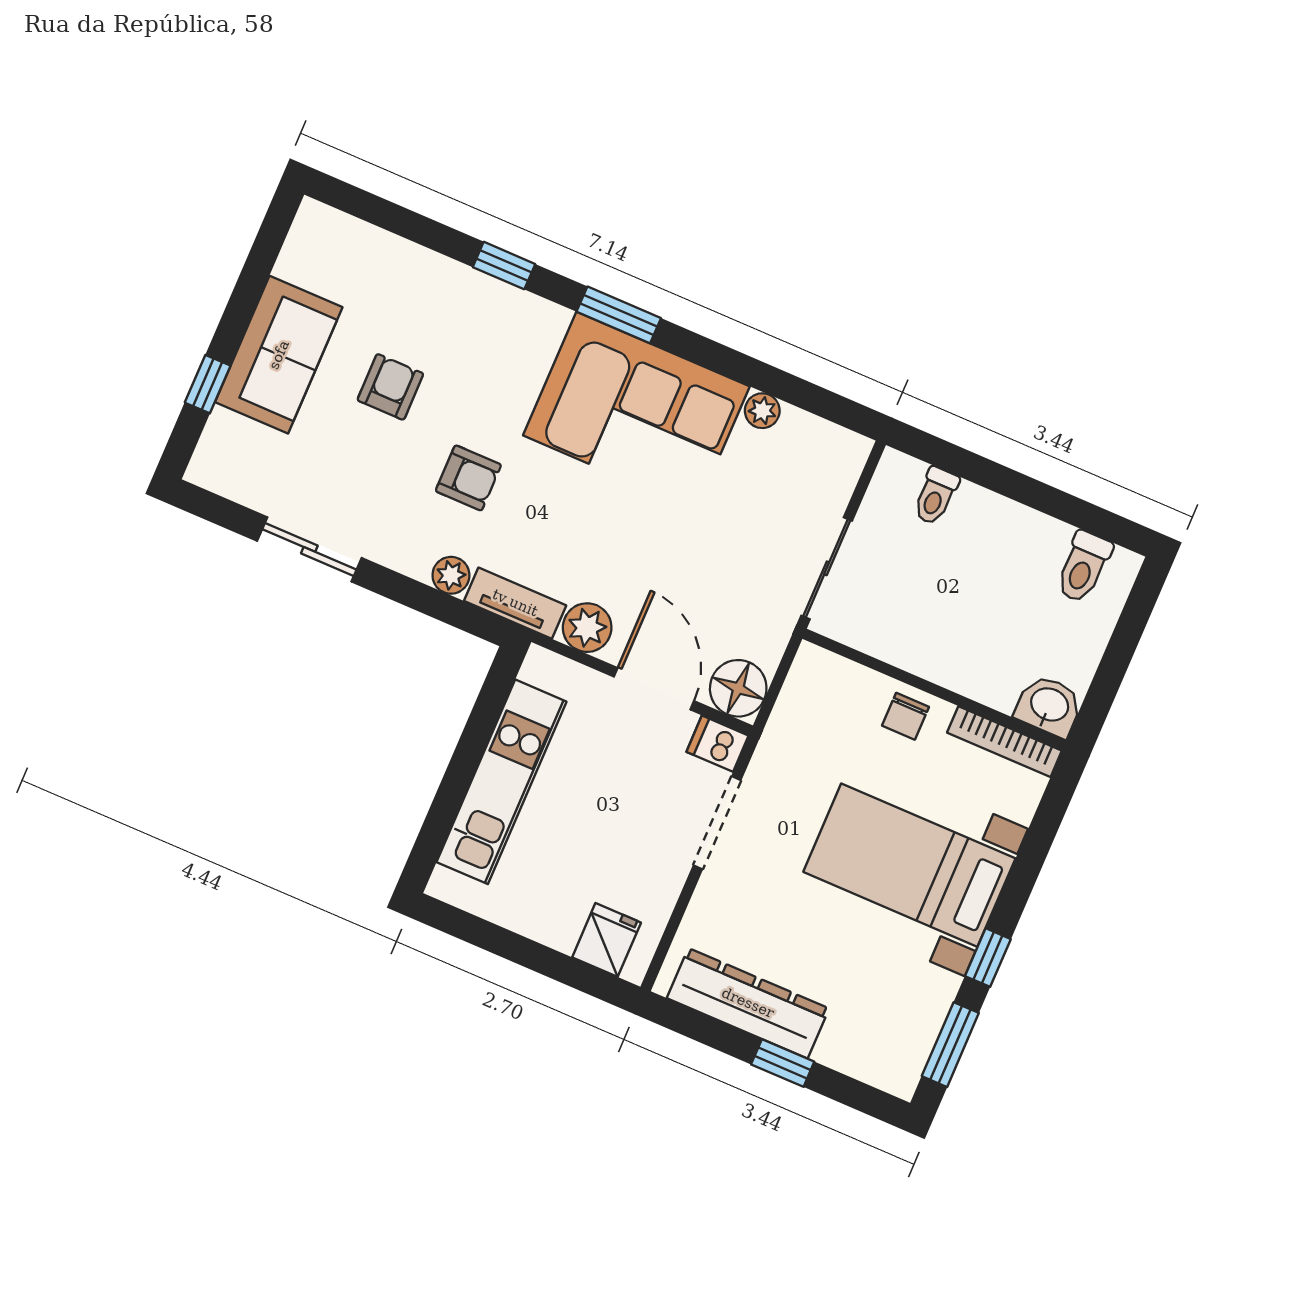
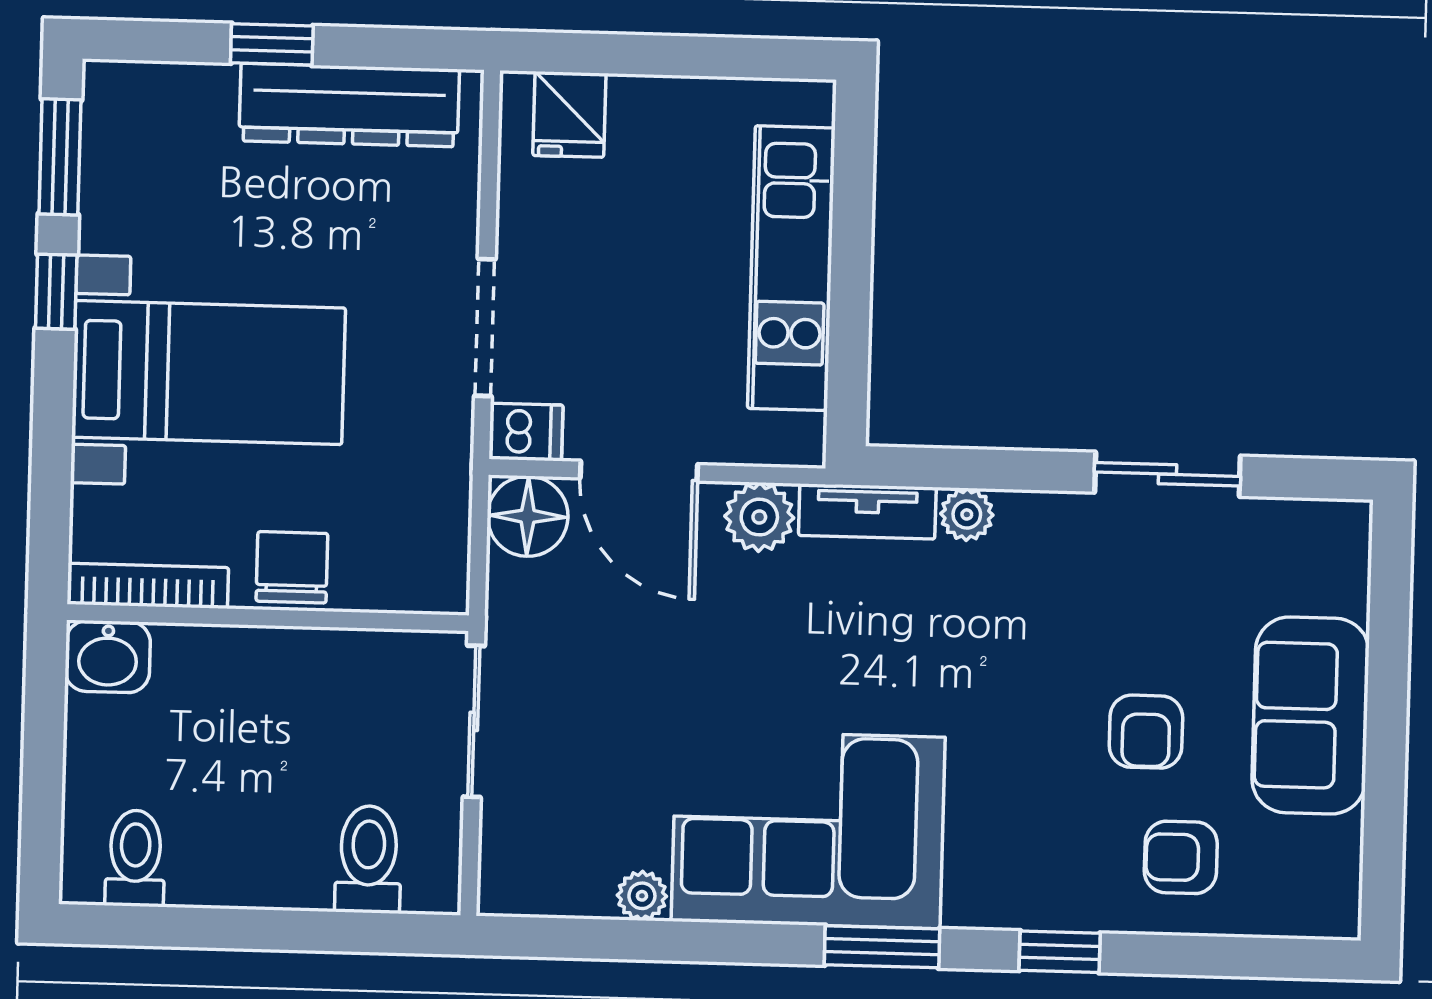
window: (208, 384) -> (1389, 639), removed
armchair: (468, 478) -> (1181, 857), moved
toilet: (936, 496) -> (368, 859), width x1.37, depth x1.39
chair: (906, 716) -> (292, 567), width x1.37, depth x1.37

